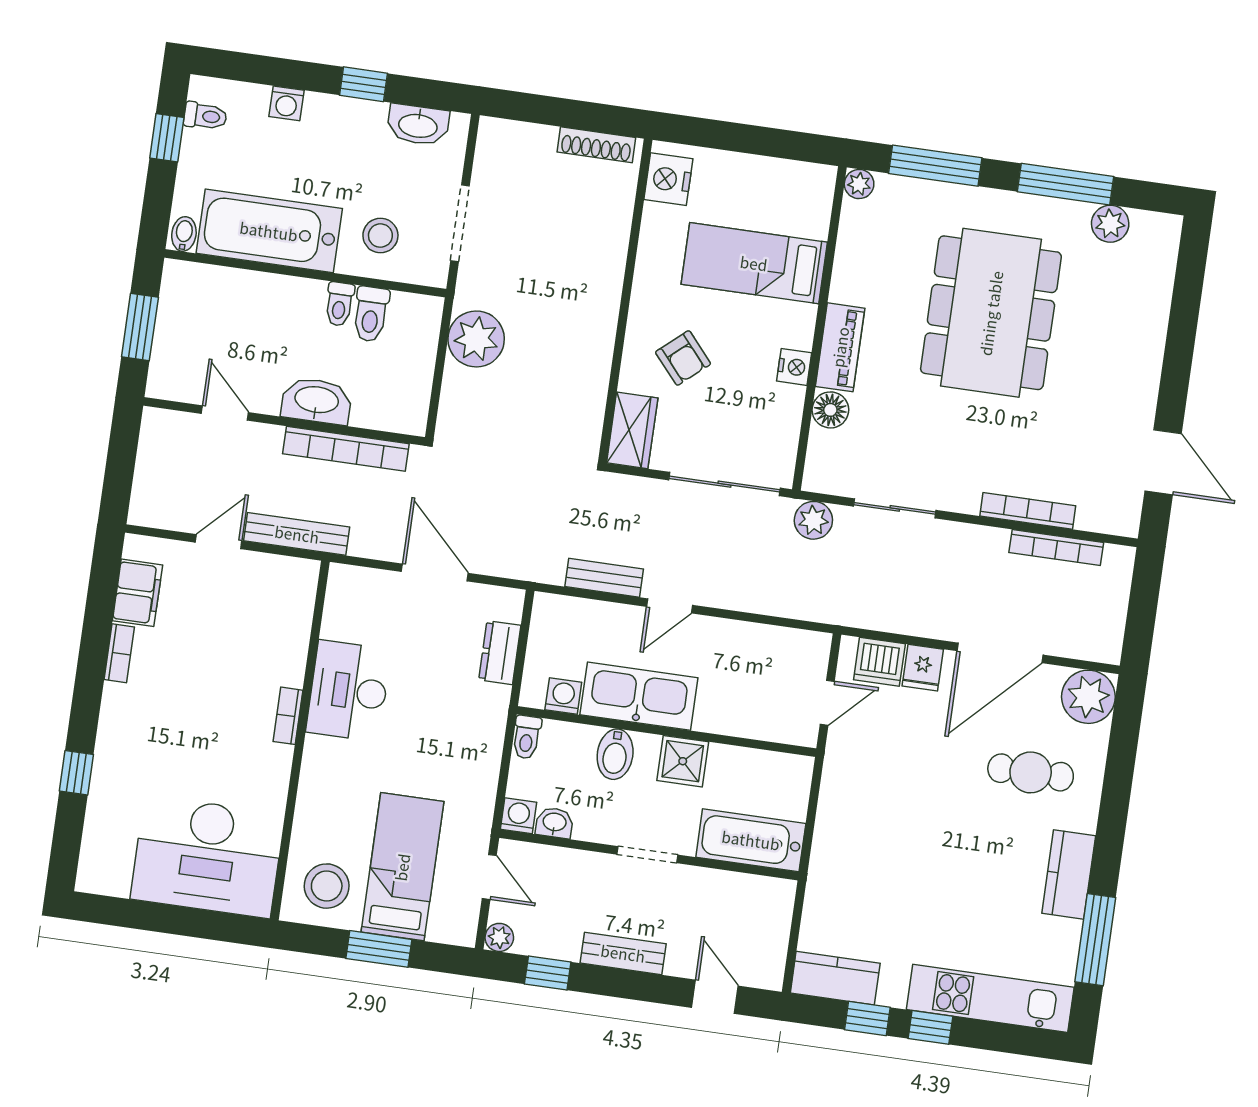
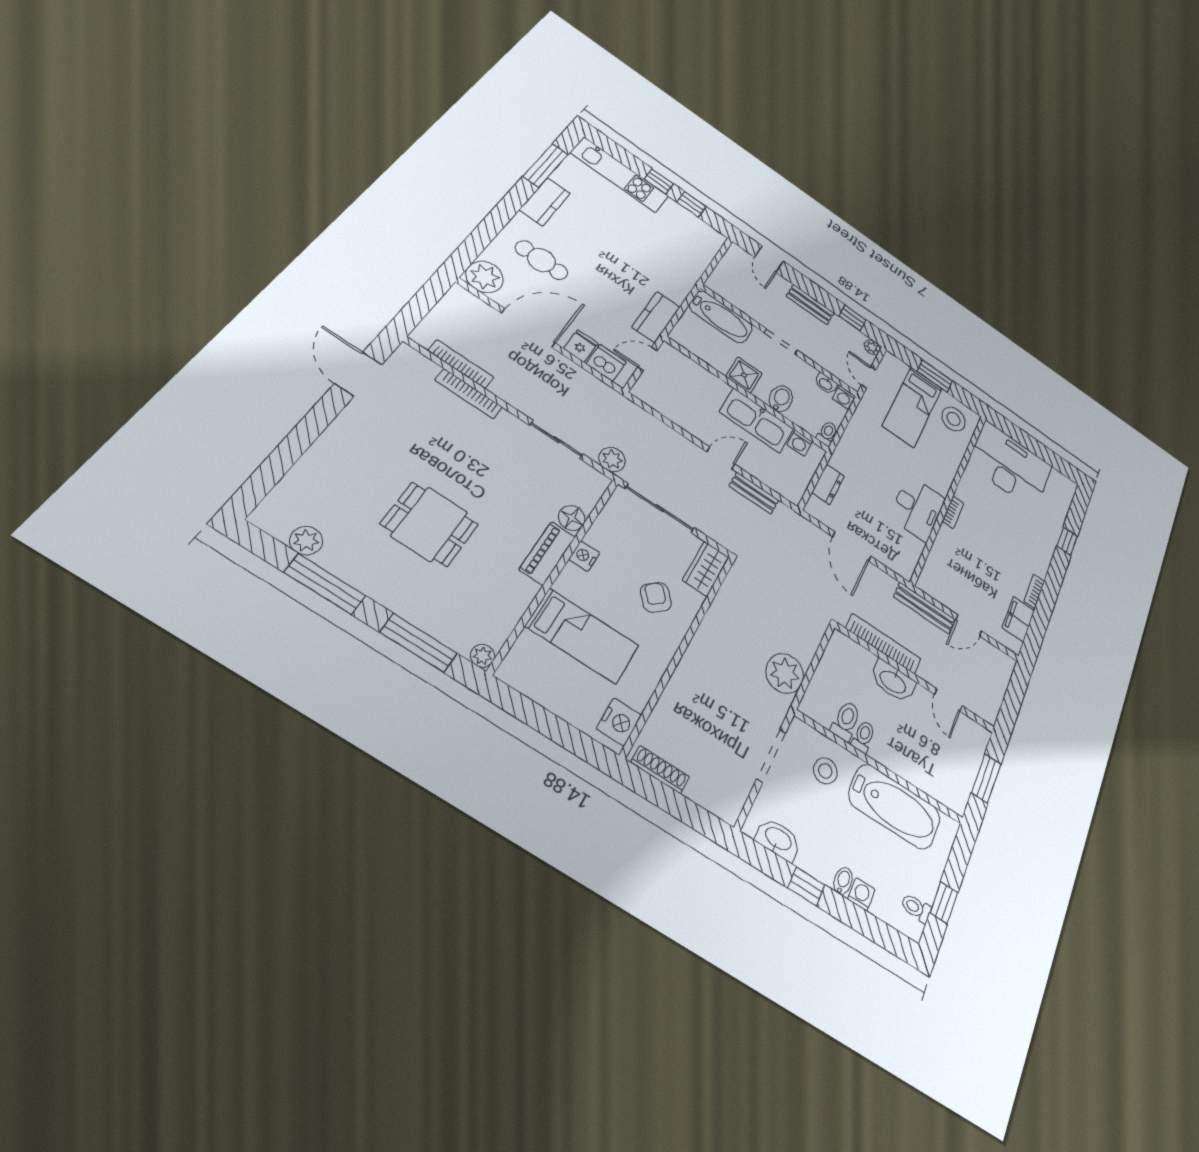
bidet: (184, 234) -> (843, 881), moved, turned 180
dining table: (991, 313) -> (430, 524), width x0.53, depth x0.80
kitchen counter: (835, 978) -> (656, 317), moved, turned 90

